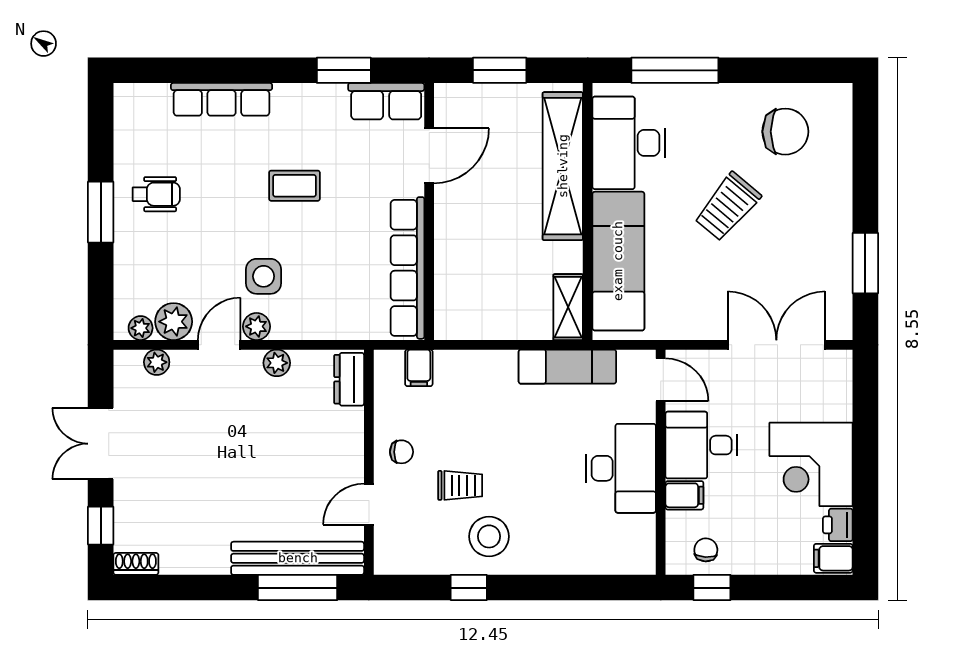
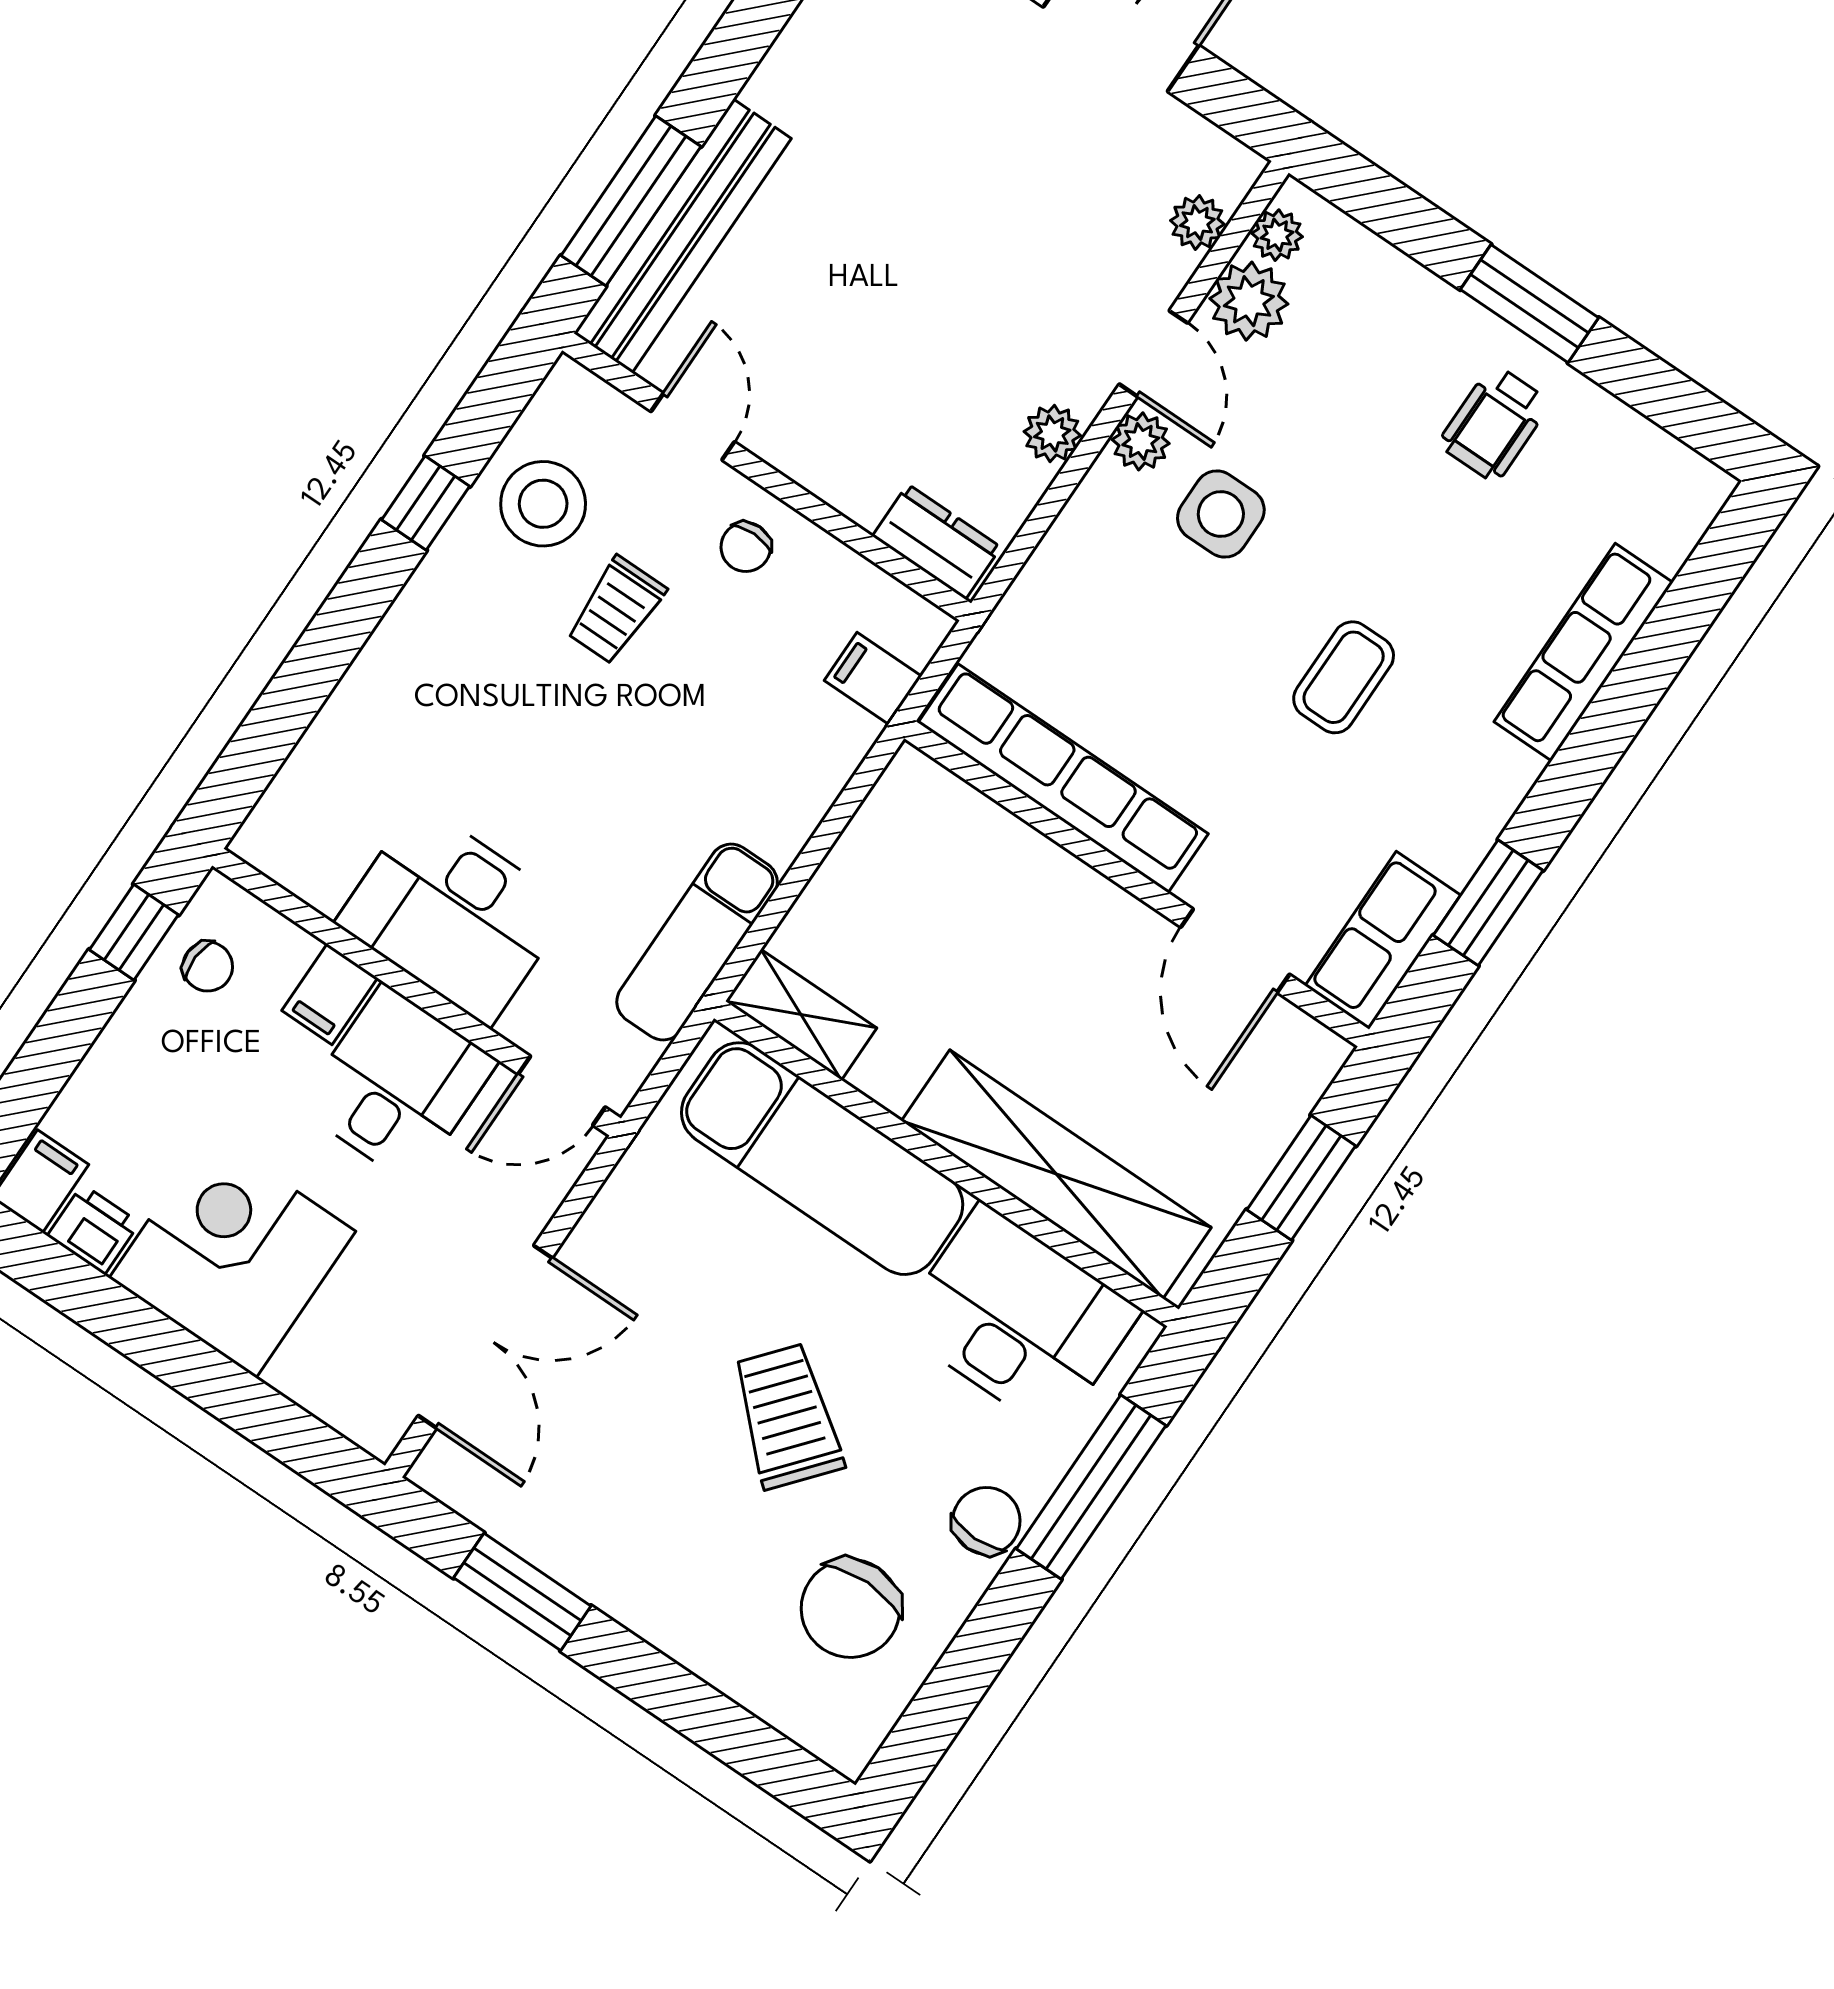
chair: (716, 102) -> (986, 1521), added
stool: (489, 536) -> (543, 504), moved

